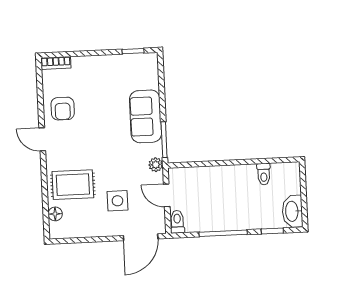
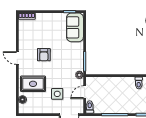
armchair: (63, 109) -> (44, 55), moved
sofa: (146, 116) -> (75, 27), moved
door: (167, 195) -> (85, 92), hinge flipped

